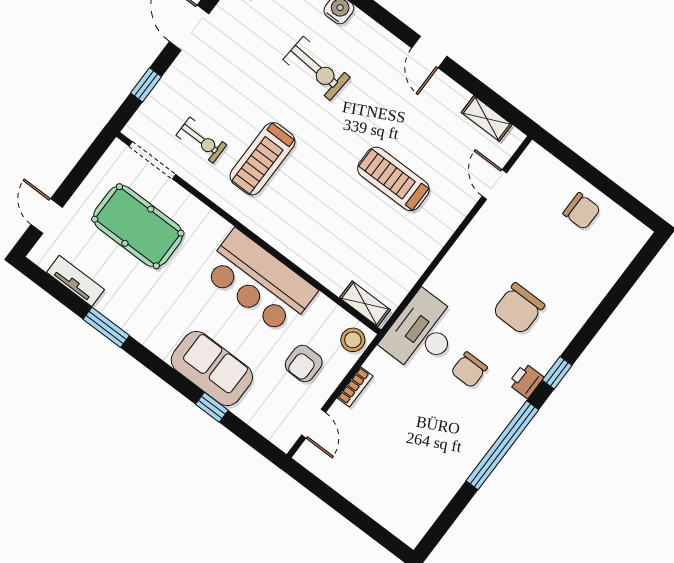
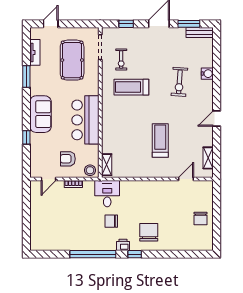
chair: (519, 308) -> (149, 232), moved, turned 90
desk: (422, 333) -> (107, 194), width x0.73
sofa: (212, 369) -> (40, 114), moved

